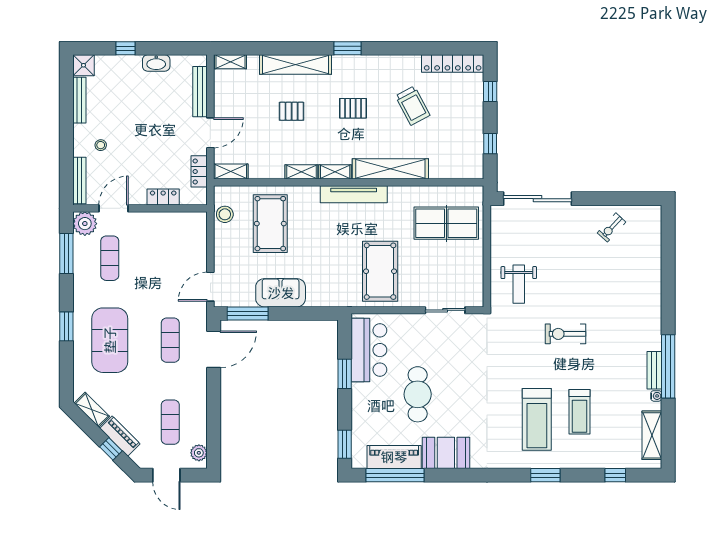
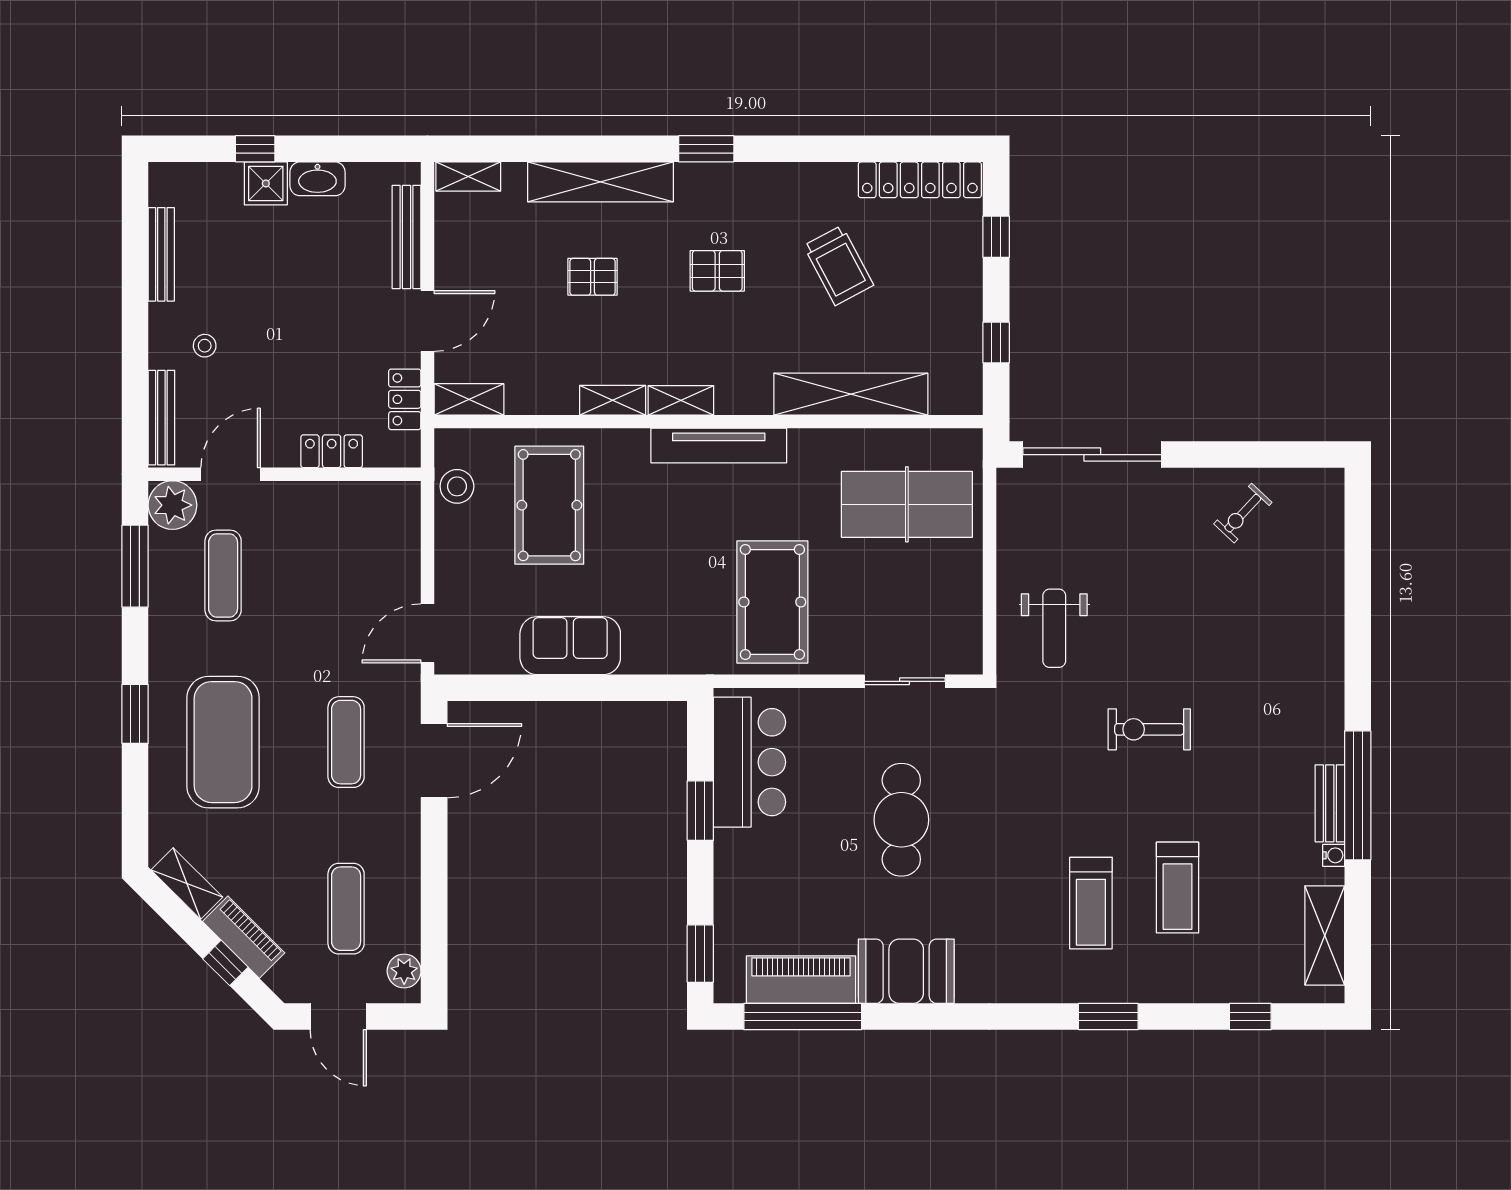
shower: (83, 65) -> (266, 183), moved
shelving: (390, 169) -> (851, 394), moved
window: (248, 313) -> (503, 688), removed
cafe table: (418, 394) -> (901, 820), moved
treadmill: (537, 419) -> (1091, 903), width x0.73, depth x0.73

